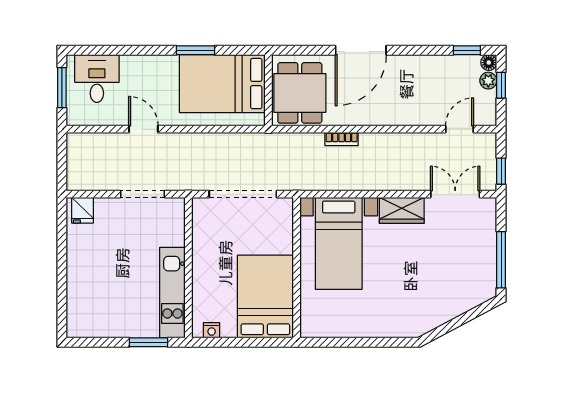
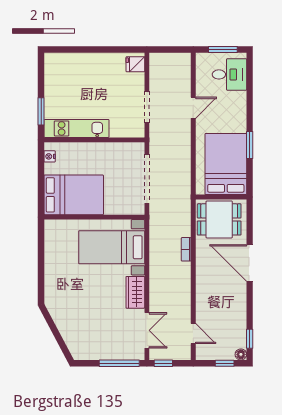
plant: (488, 81) -> (228, 354), removed
window: (501, 260) -> (119, 363), moved

